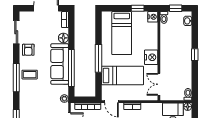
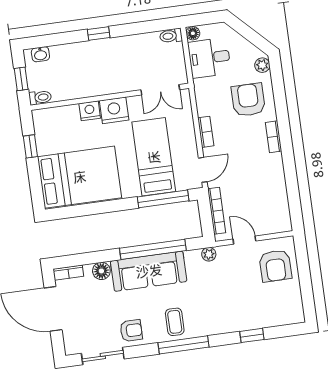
nightstand: (153, 17) -> (90, 111), moved
bed: (122, 33) -> (80, 177), width x1.50
window: (99, 58) -> (163, 199), moved

